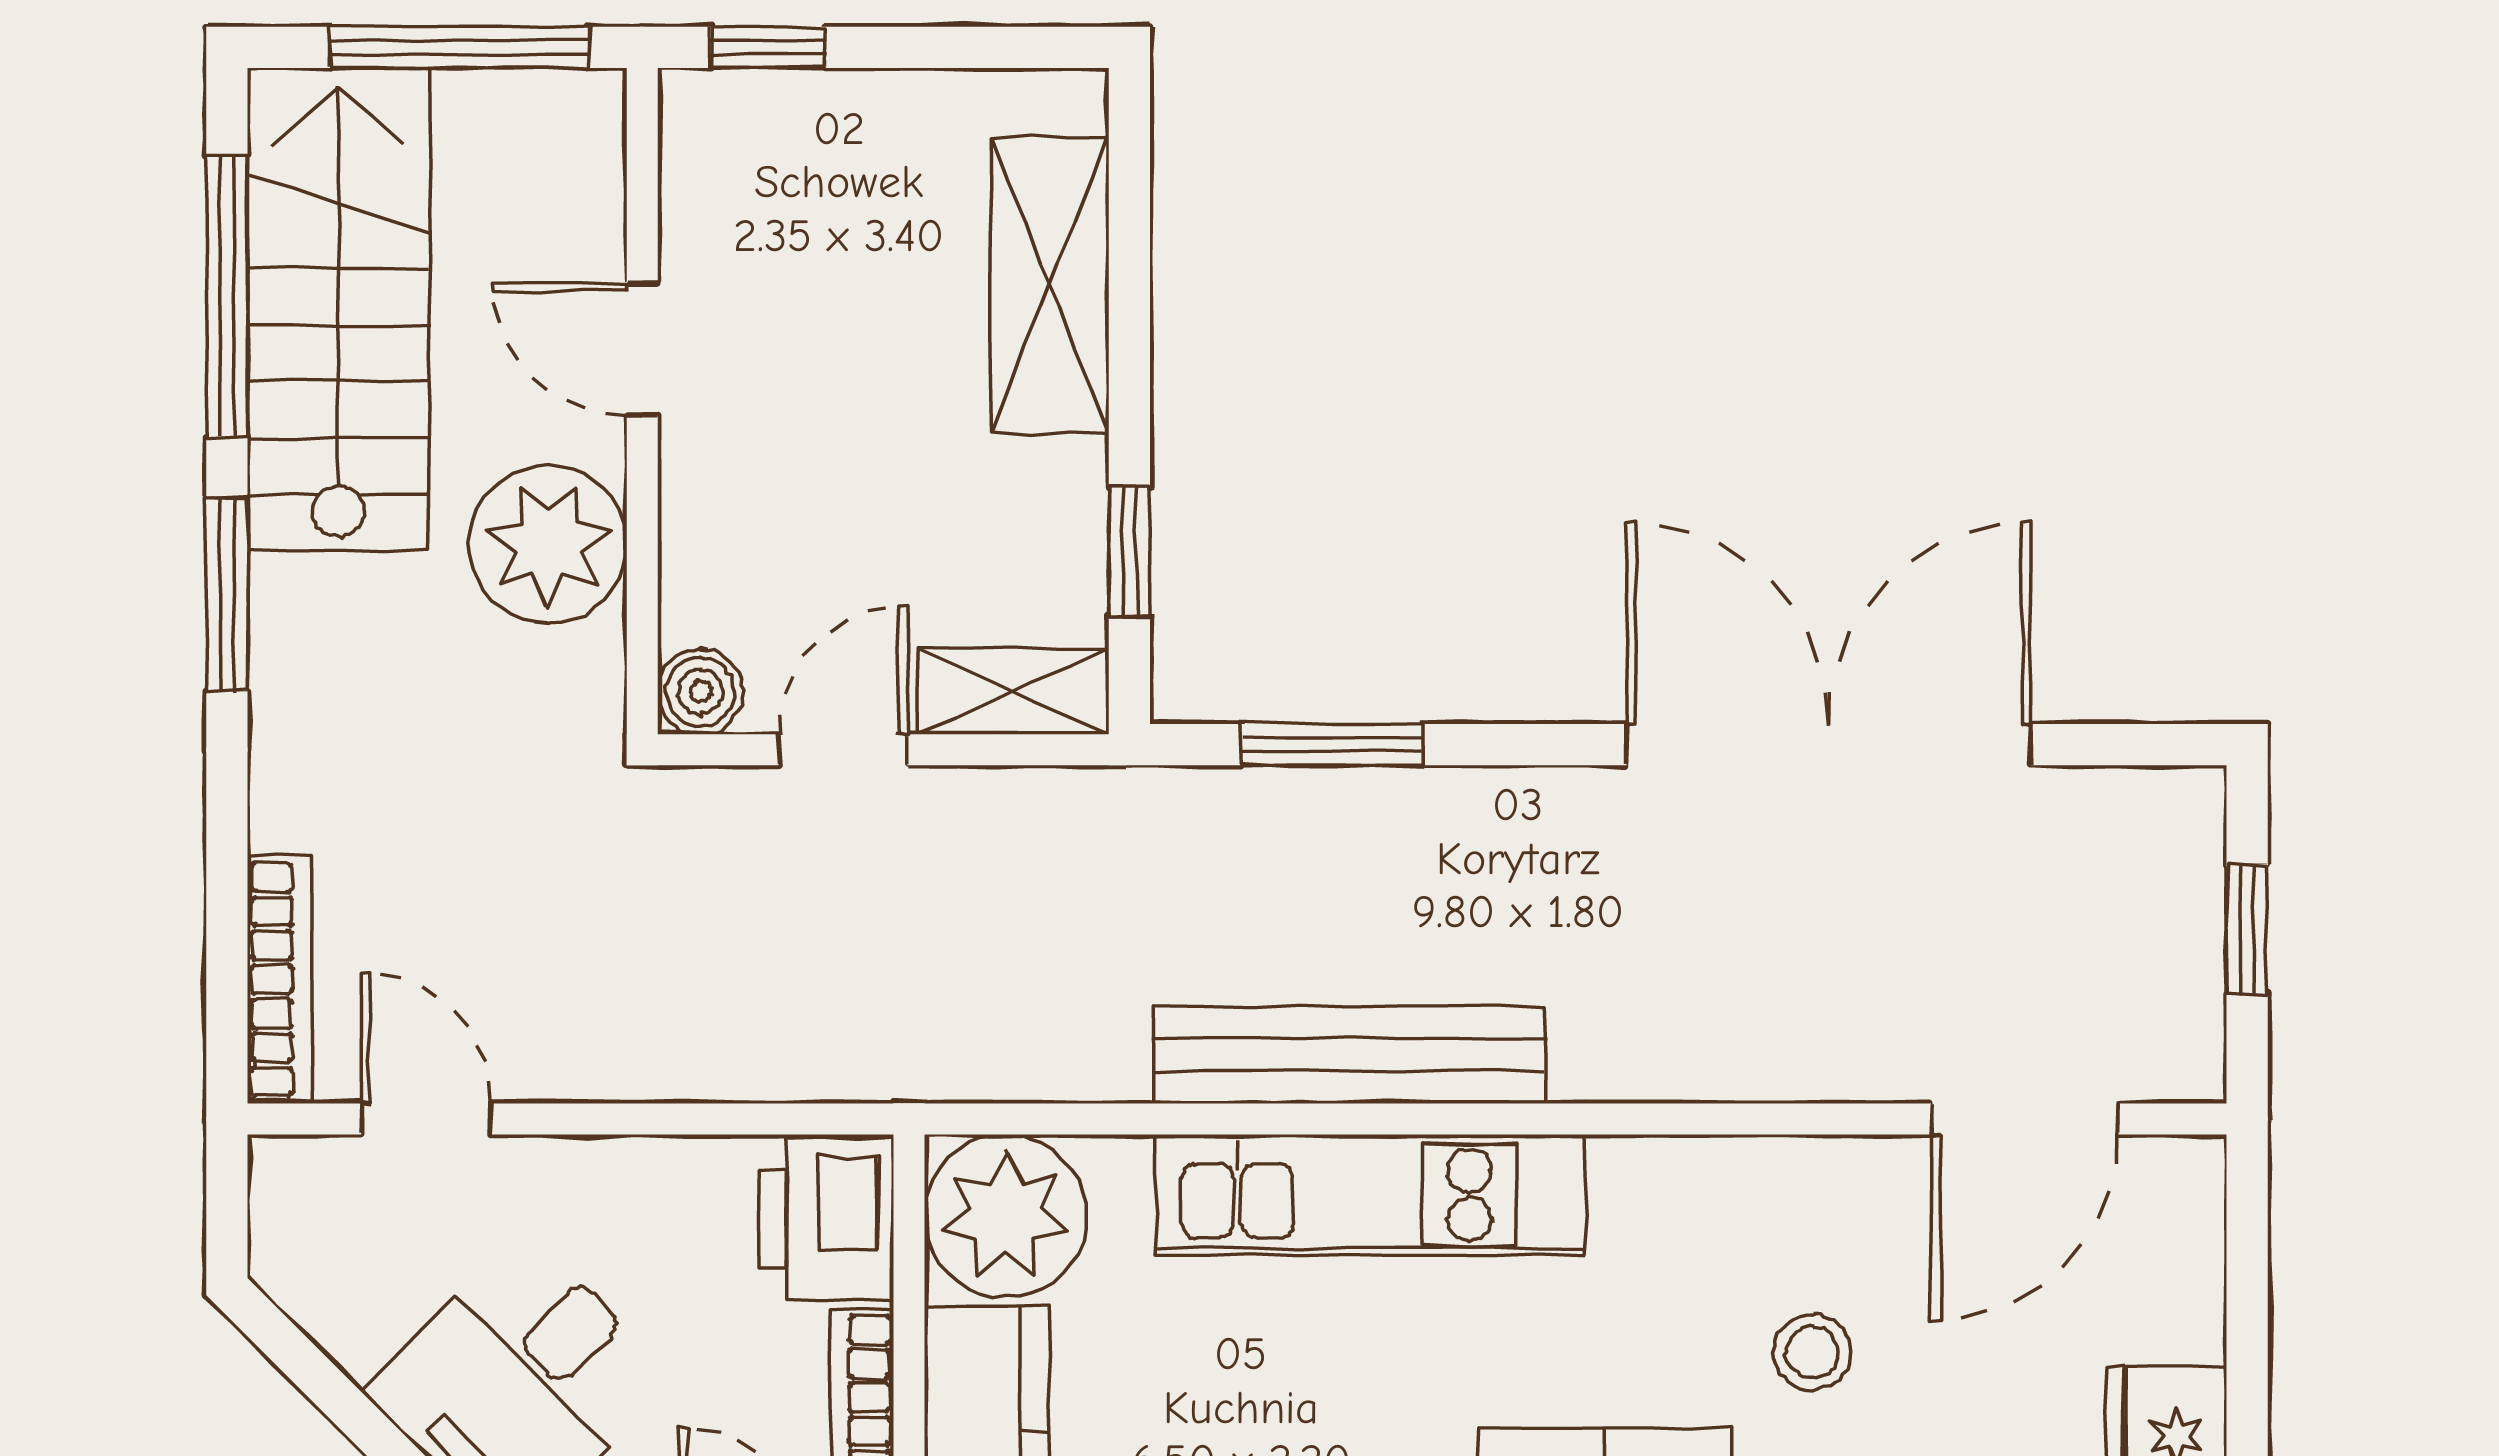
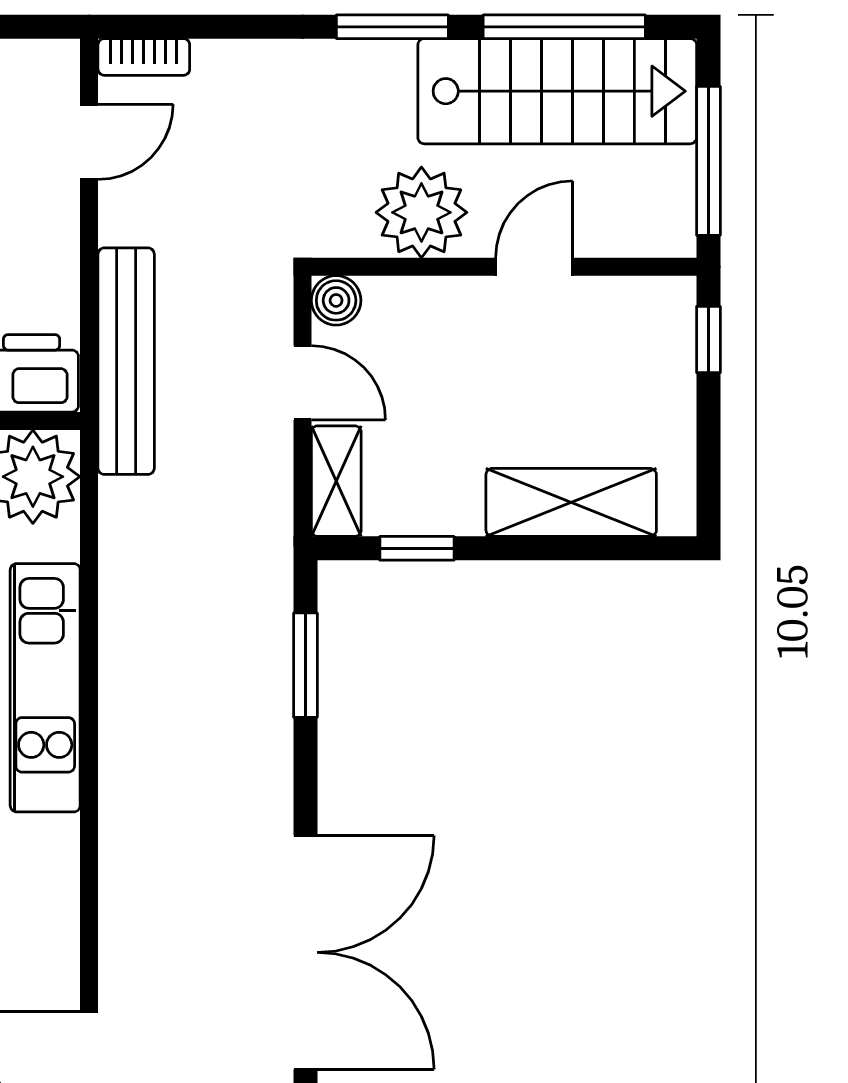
bookcase: (279, 979) -> (144, 57), width x0.64
bench: (1349, 1055) -> (126, 361), moved

